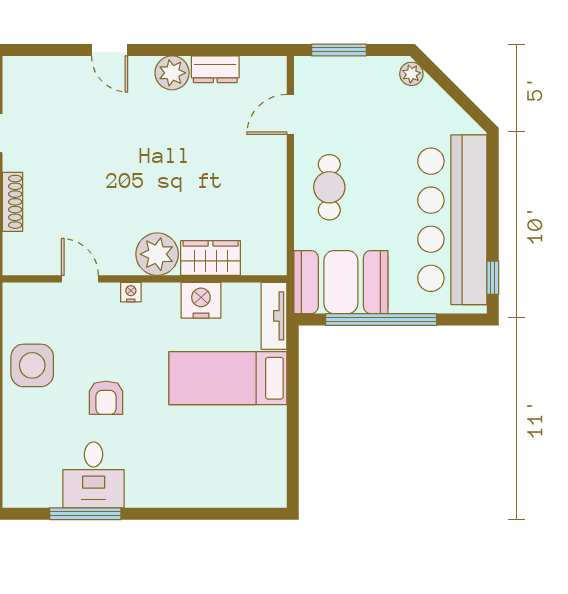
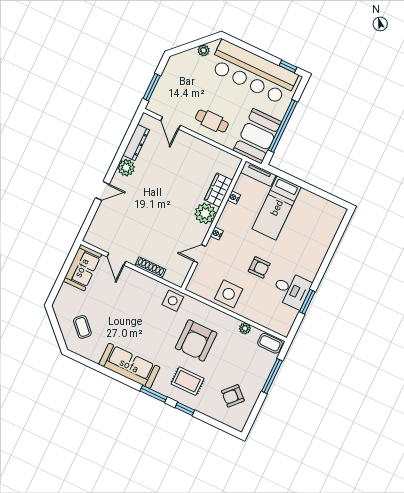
dresser: (215, 69) -> (136, 143), width x1.44
plant: (411, 74) -> (204, 50), moved
nightstand: (201, 300) -> (234, 197), width x0.53, depth x0.56
window: (85, 514) -> (307, 302), width x0.69

